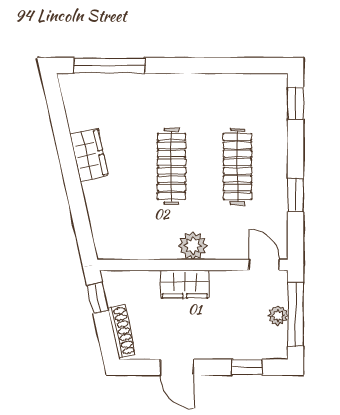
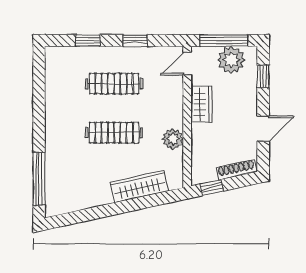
window: (296, 103) -> (88, 41), moved
wardrobe: (89, 155) -> (139, 187), moved, width x1.50
plant: (193, 246) -> (173, 139), moved
wardrobe: (185, 284) -> (201, 104), moved
plant: (278, 316) -> (231, 60), width x1.88, depth x1.88

